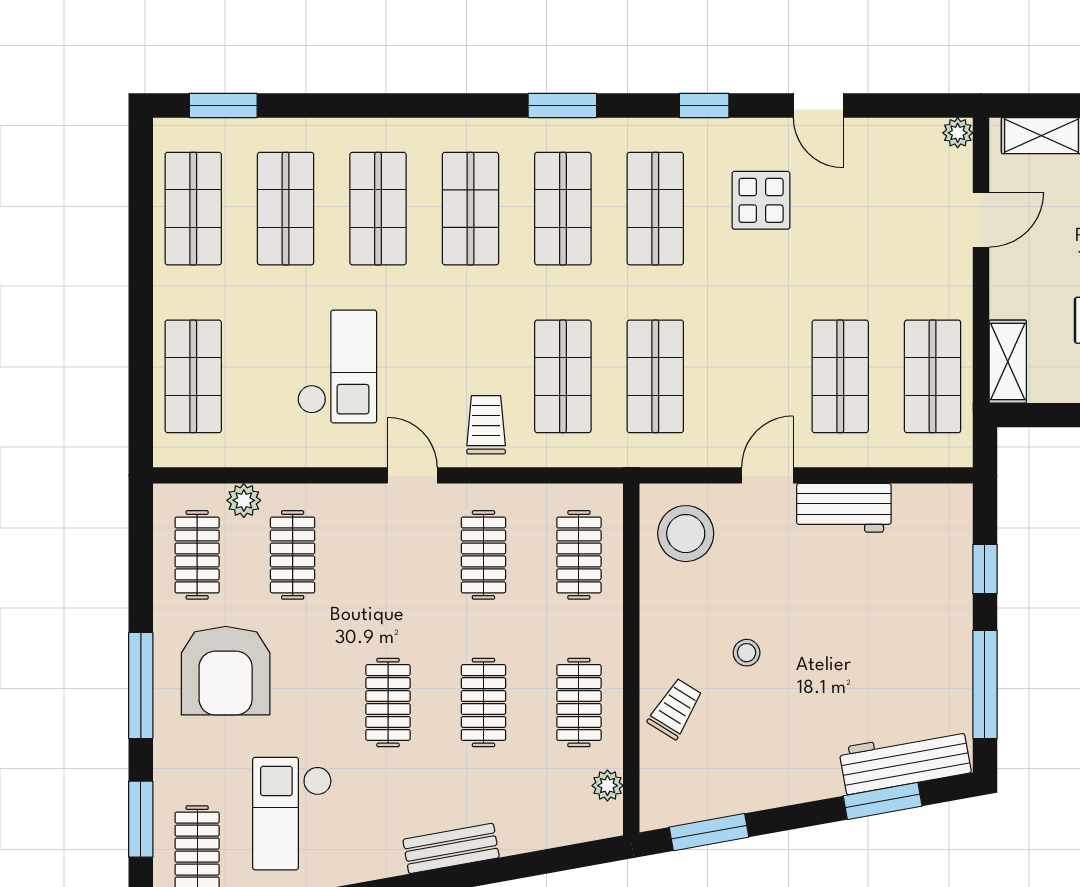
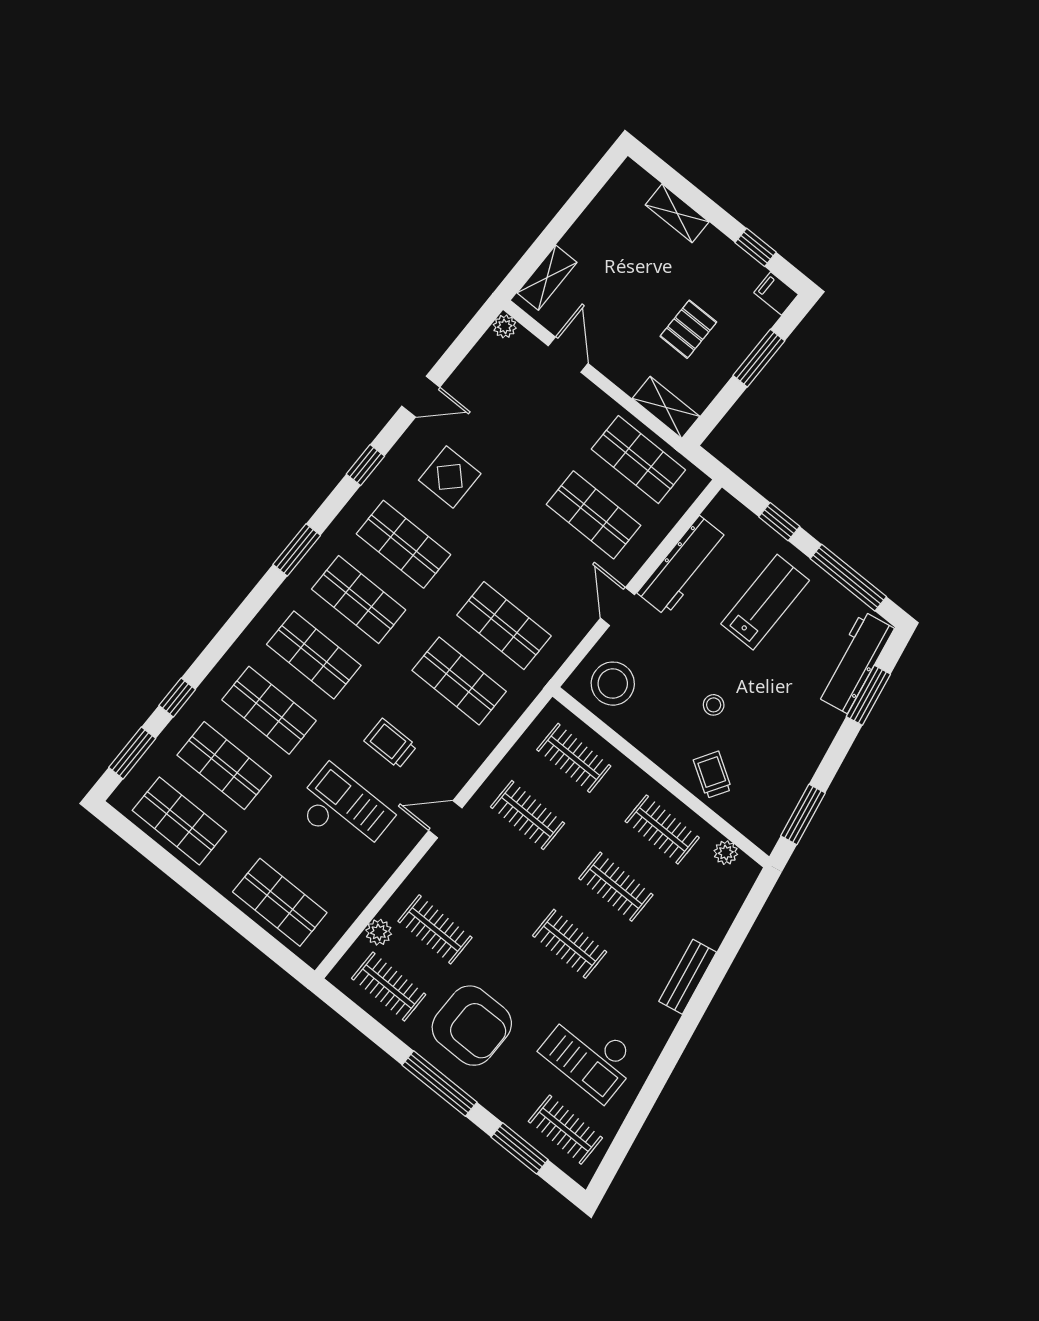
window: (316, 106) -> (177, 697), added
trolley: (486, 425) -> (390, 743), moved
workbench: (844, 508) -> (683, 566), width x1.37
lab bench: (892, 621) -> (765, 602), added

